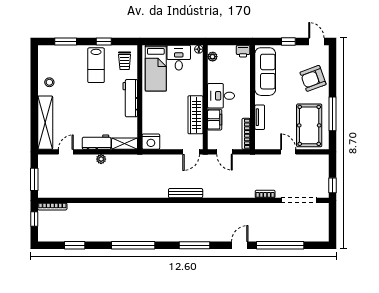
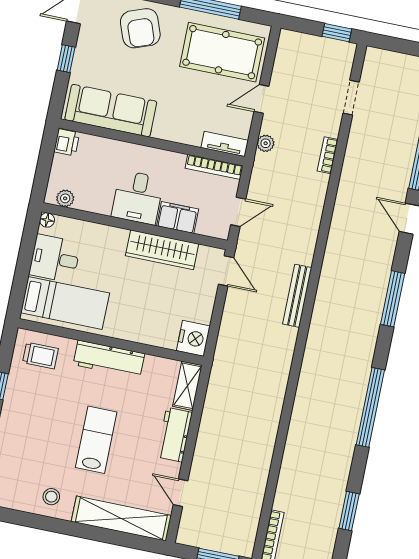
lab bench: (96, 65) -> (96, 440), moved, turned -90
tv unit: (260, 117) -> (225, 144), moved
plant: (101, 159) -> (266, 143), moved
doorway: (299, 200) -> (351, 98), width x0.53

